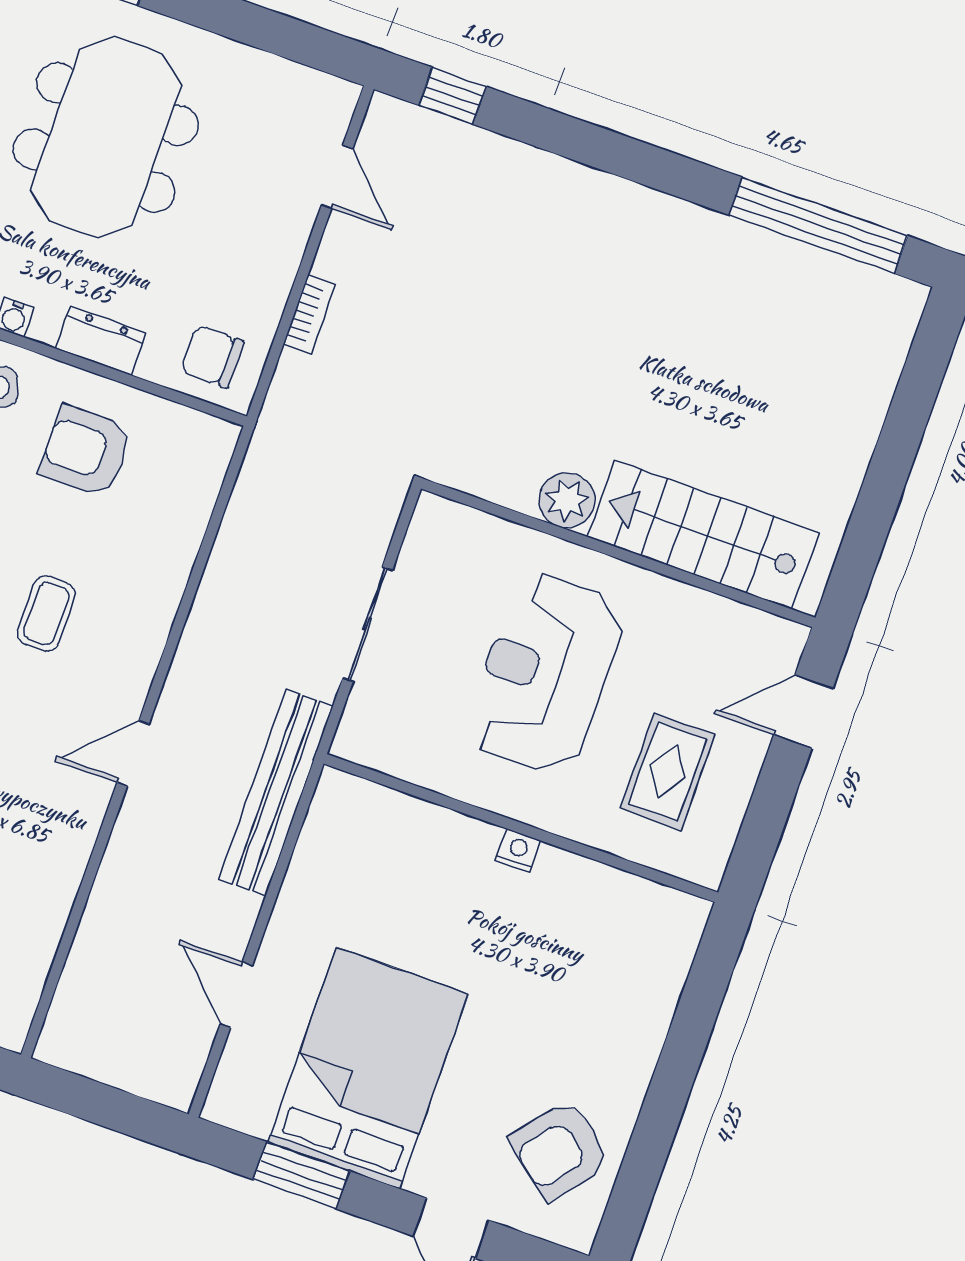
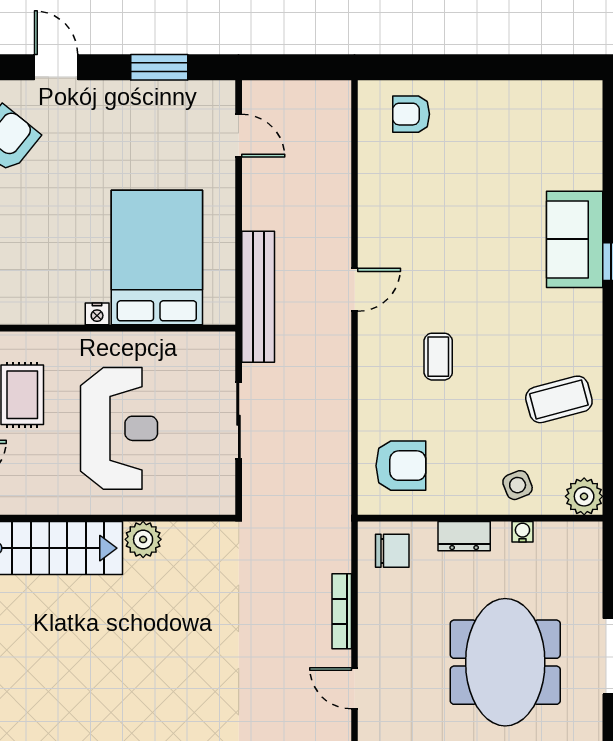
bookcase: (309, 314) -> (342, 611), width x1.56
armchair: (86, 451) -> (401, 466), moved
door: (236, 995) -> (239, 136), moved
bed: (368, 1068) -> (157, 258), moved, turned 180

